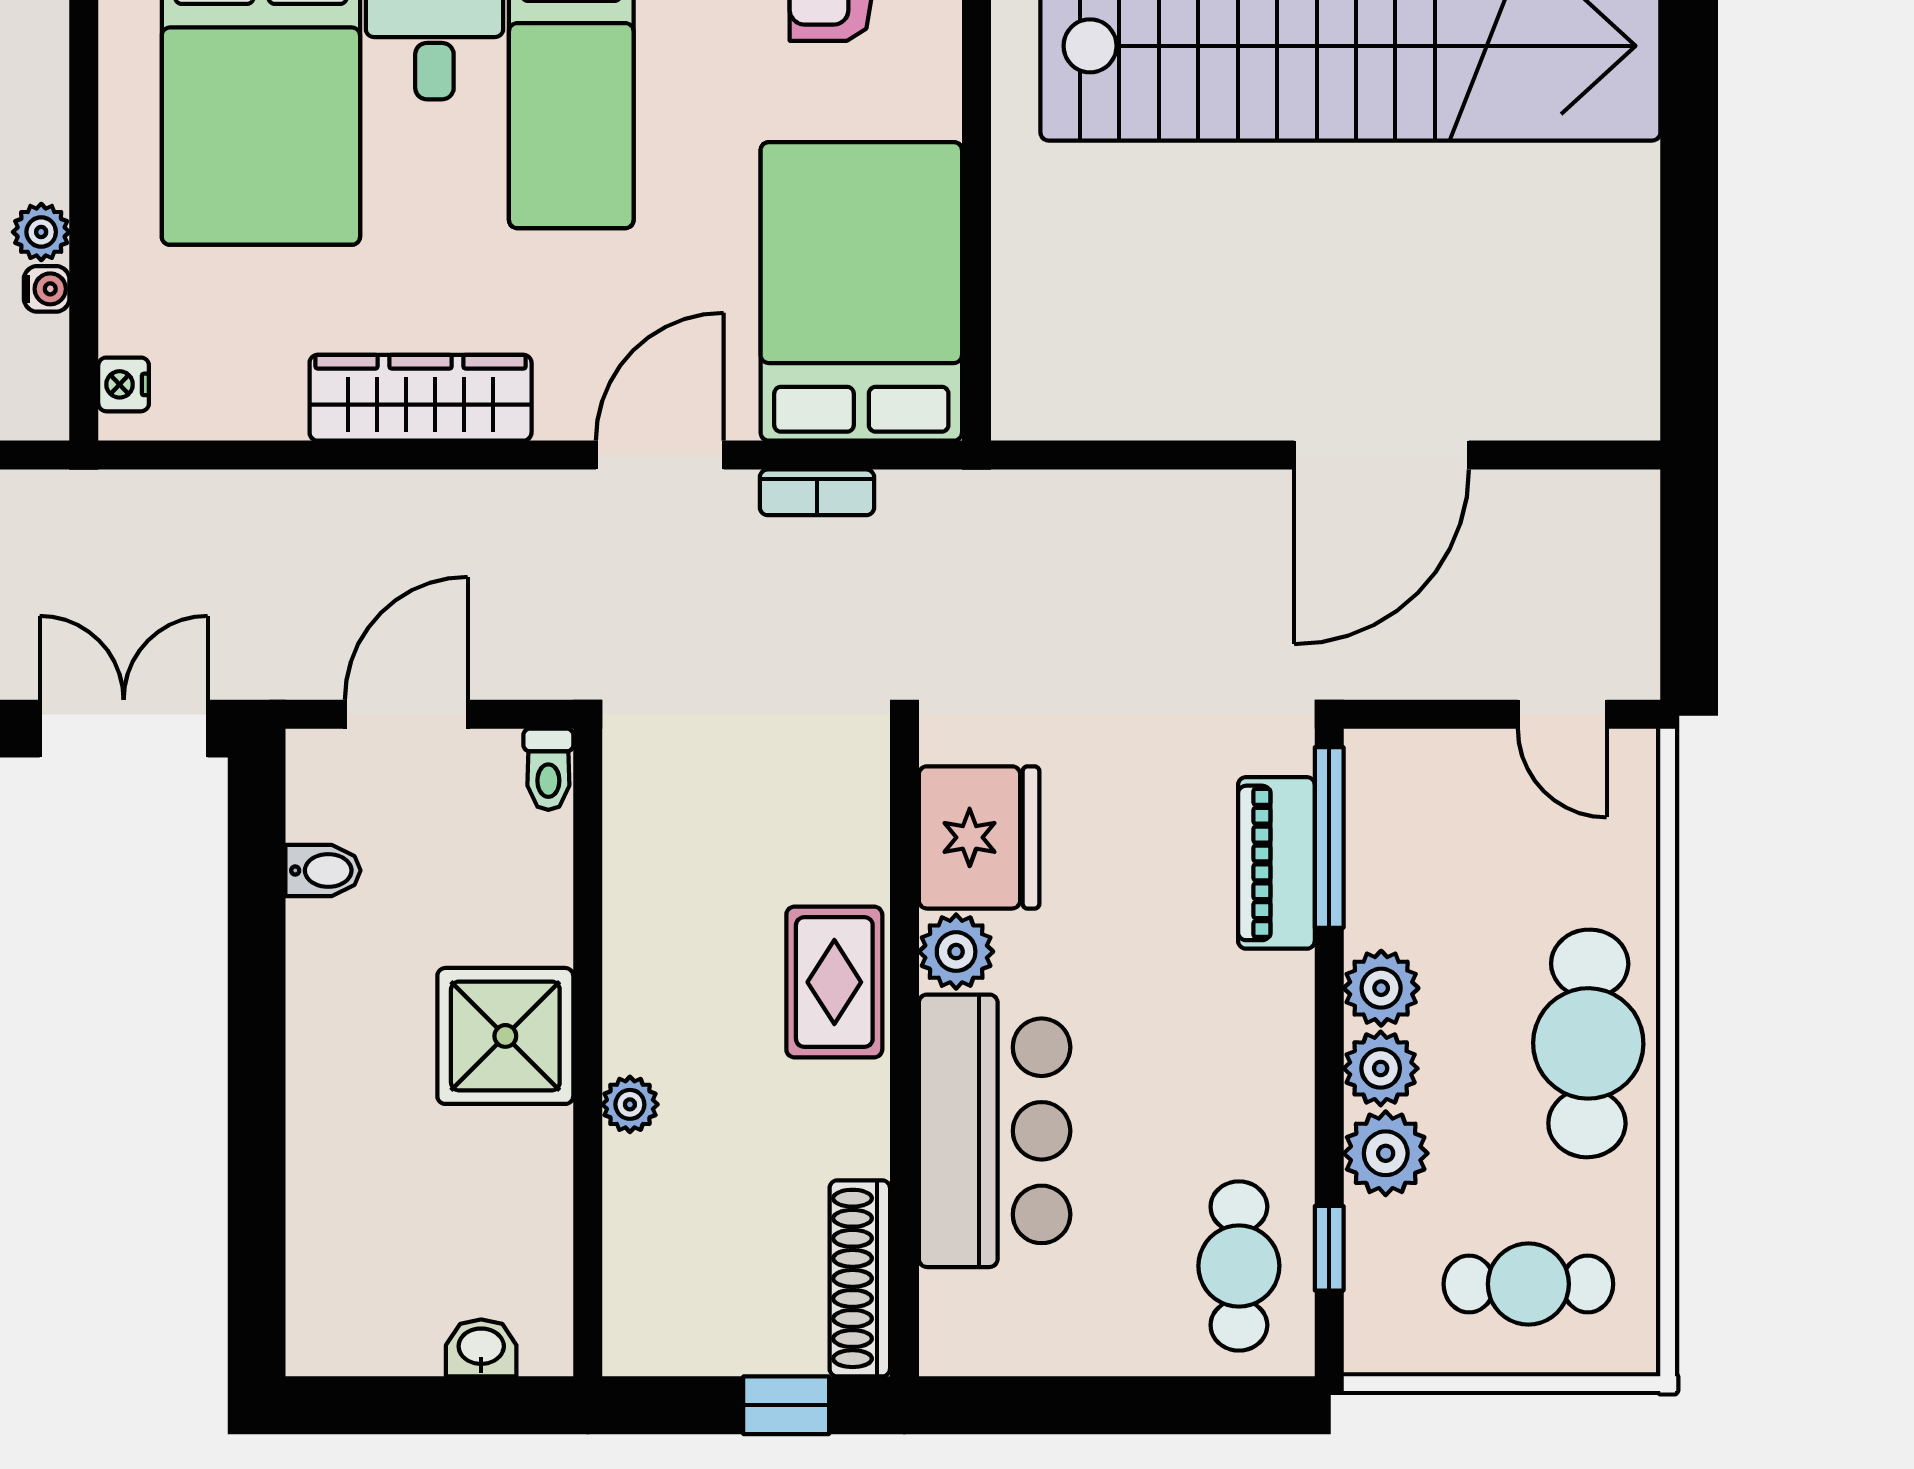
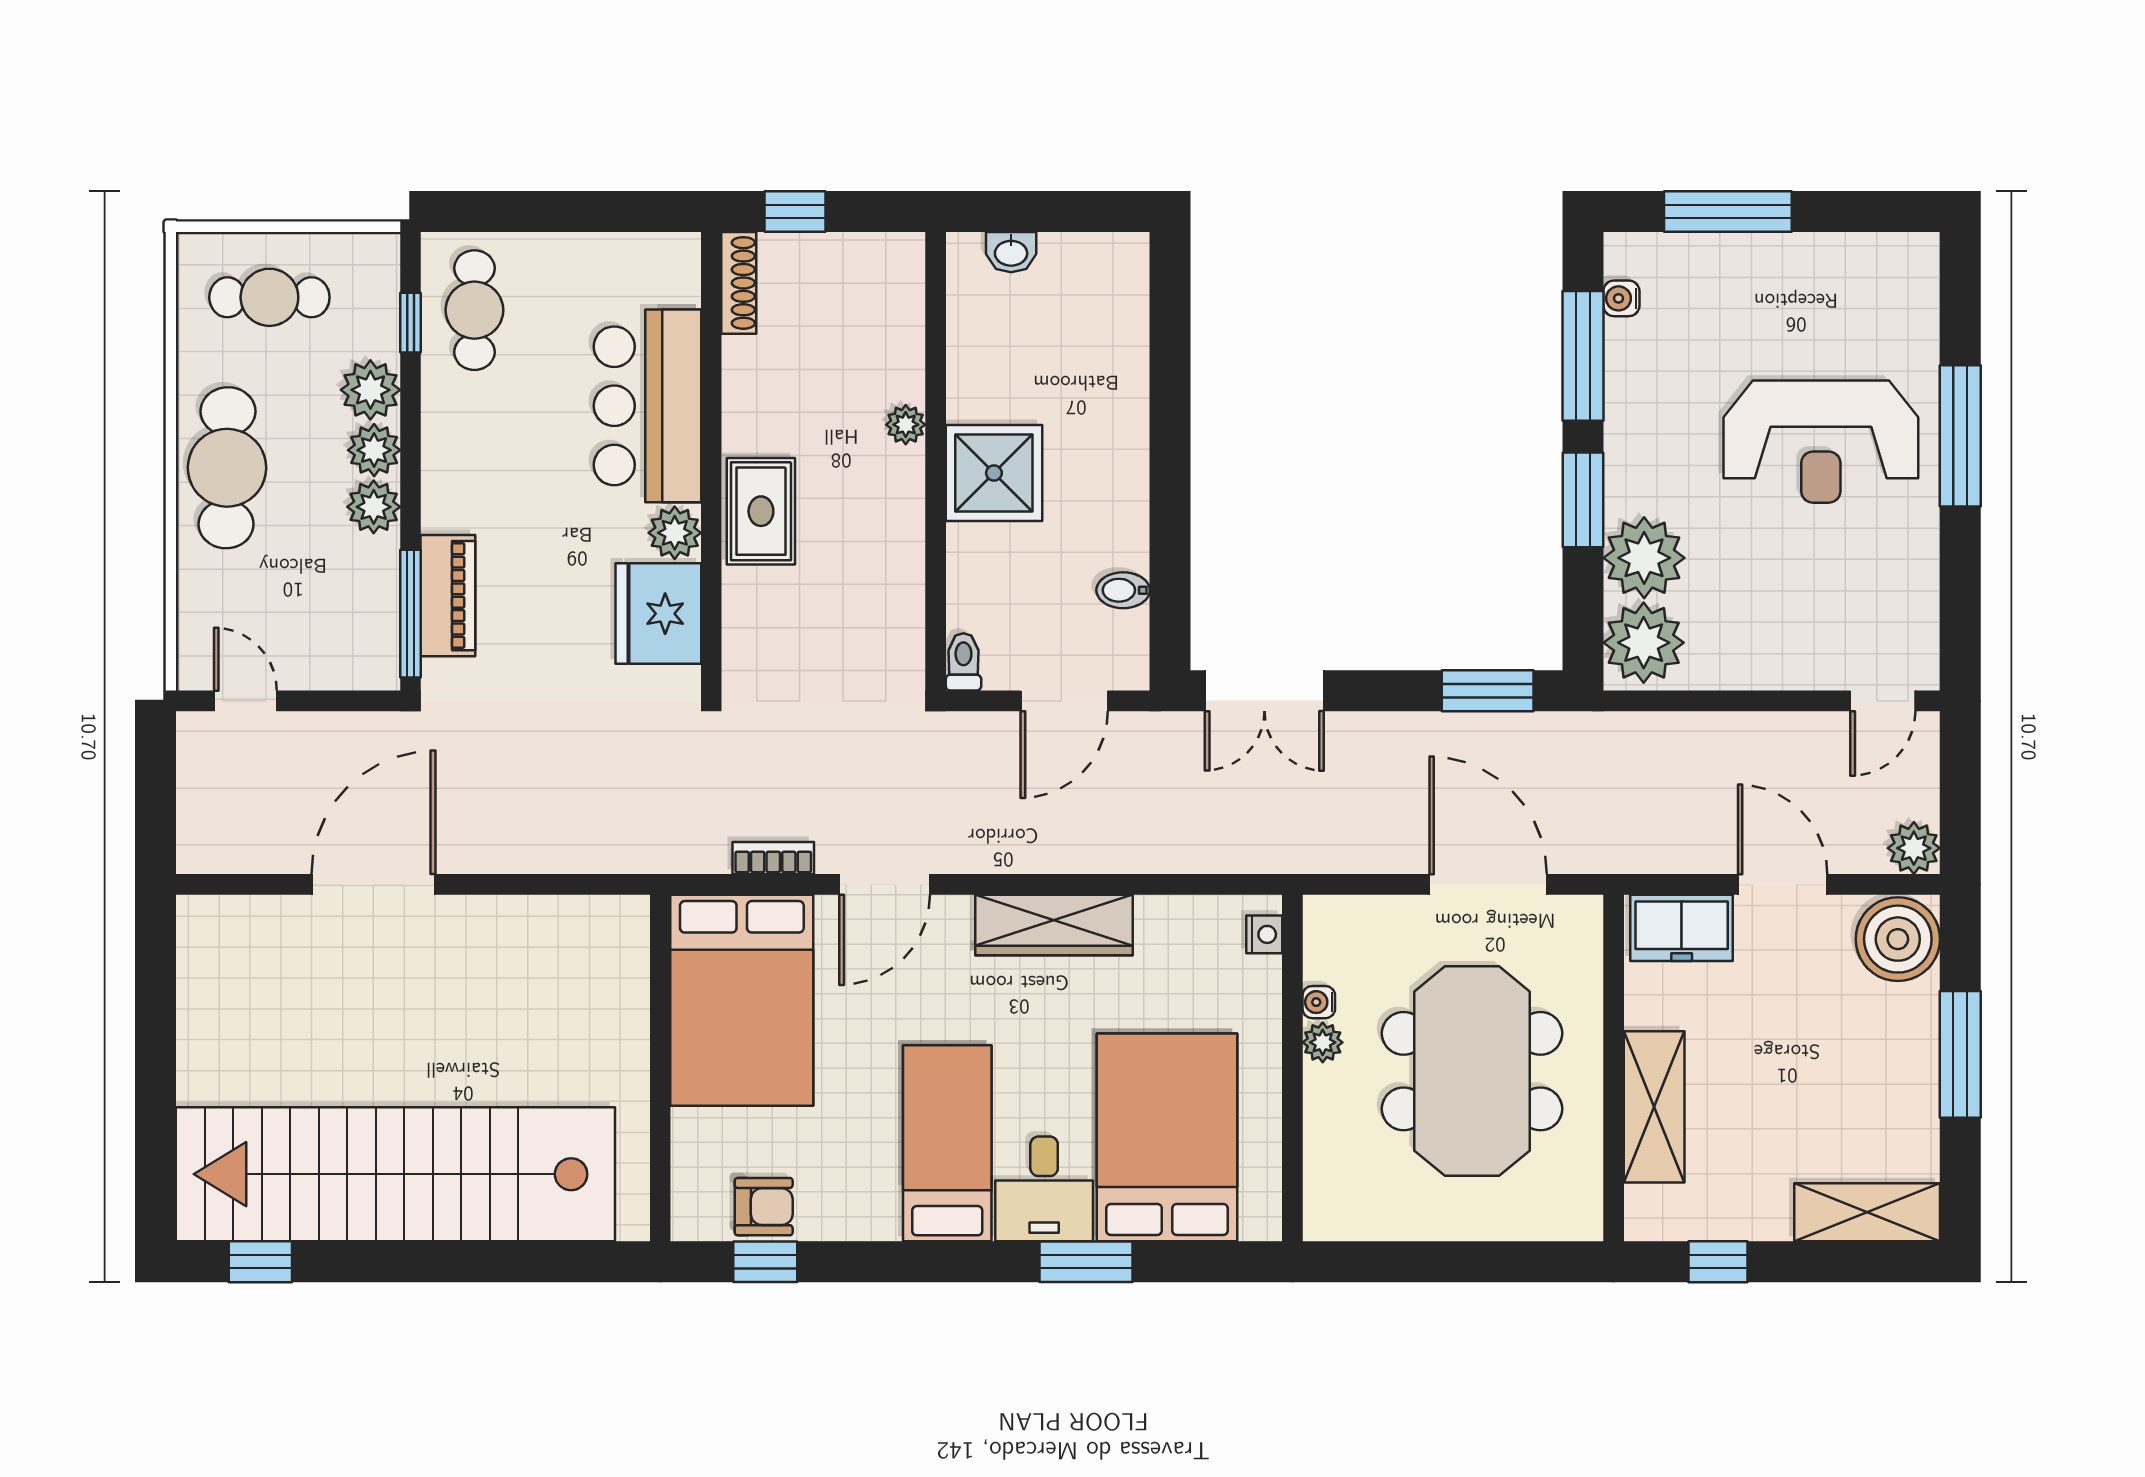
shoe rack: (860, 1278) -> (739, 283), width x0.74, depth x0.81

